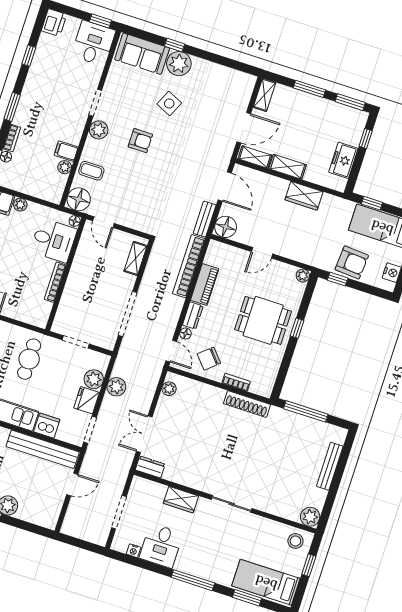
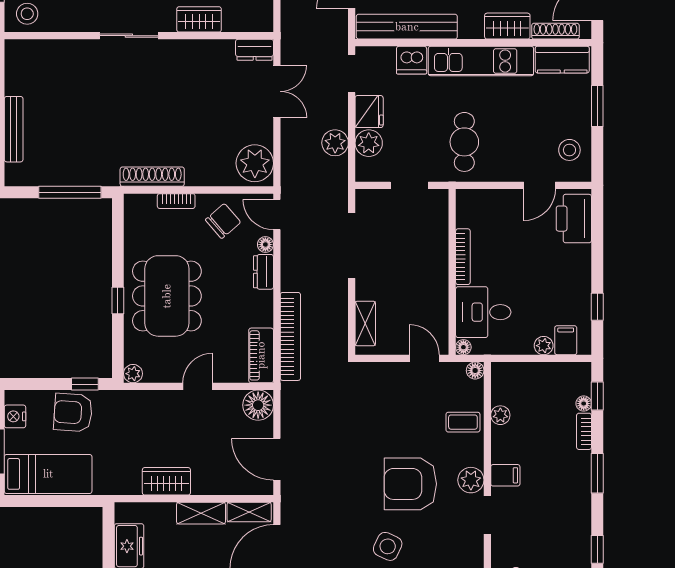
armchair: (140, 141) -> (410, 484), width x1.88, depth x1.88
filing cabinet: (66, 151) -> (505, 475), moved
floor lamp: (79, 199) -> (475, 371), width x0.53, depth x0.53
window: (372, 203) -> (72, 501), removed
bench: (205, 219) -> (290, 407), removed
piano: (205, 285) -> (261, 355), moved
dining table: (263, 320) -> (167, 296), width x1.38
plant: (169, 389) -> (255, 163), width x1.87, depth x1.87
plant: (310, 517) -> (18, 53), removed

